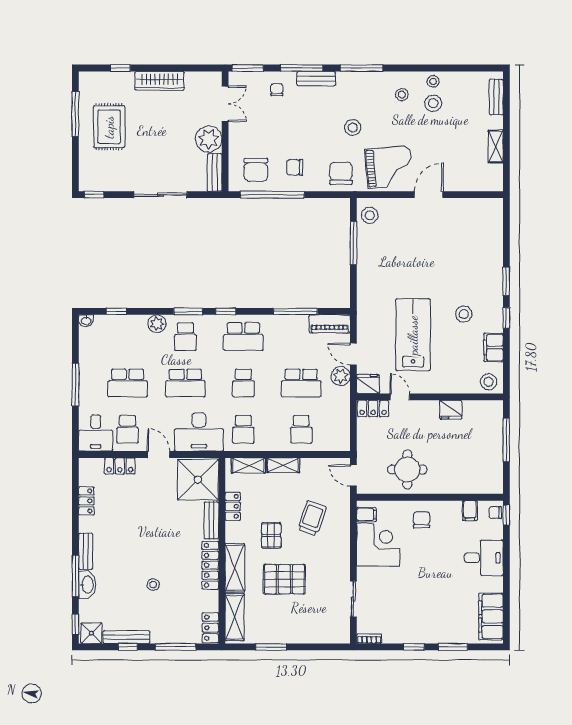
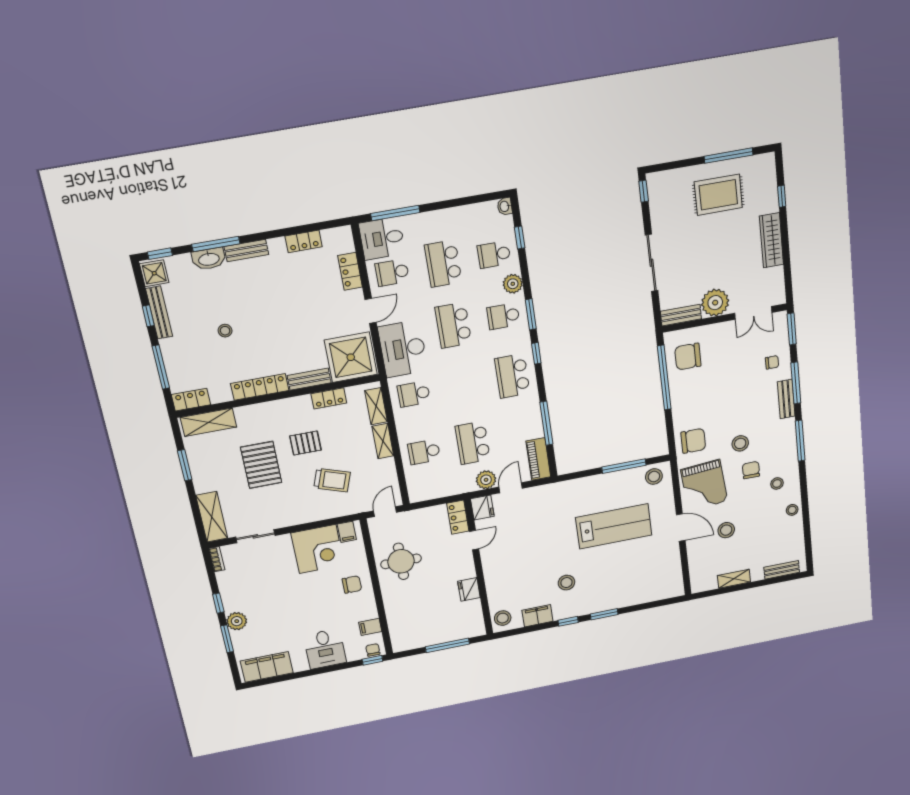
stool: (433, 103) -> (726, 530), moved
chair: (295, 167) -> (751, 470), moved
lab bench: (413, 335) -> (614, 526), moved
school desk: (243, 383) -> (494, 255), moved
window: (75, 385) -> (395, 213), moved
shelving: (235, 568) -> (212, 517), moved, turned 90
plant: (436, 634) -> (237, 621), added

